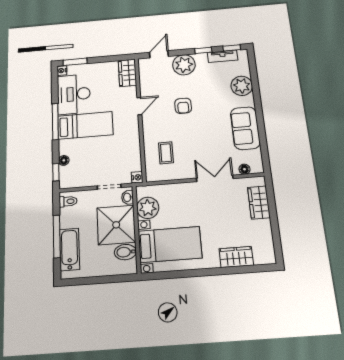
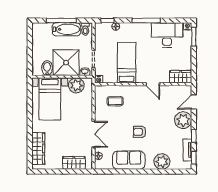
door: (159, 54) -> (194, 102), swing flipped
armchair: (183, 106) -> (140, 132), moved
bed: (85, 125) -> (127, 63), moved, turned 180
bathtub: (69, 249) -> (66, 29), moved
wardrobe: (236, 257) -> (38, 148), width x1.50

